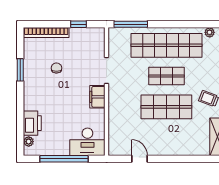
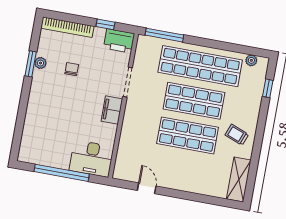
shop shelf: (166, 76) -> (194, 101), width x1.43, depth x1.36
printer: (32, 123) -> (119, 41), moved, turned 90
plant: (29, 142) -> (40, 63), moved

